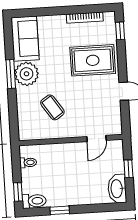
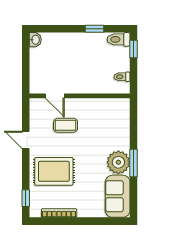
coffee table: (52, 107) -> (66, 125), moved, turned -56
door: (96, 138) -> (55, 96), swing flipped
window: (128, 169) -> (26, 65), removed
washbasin: (117, 189) -> (35, 40), width x0.52, depth x0.69

